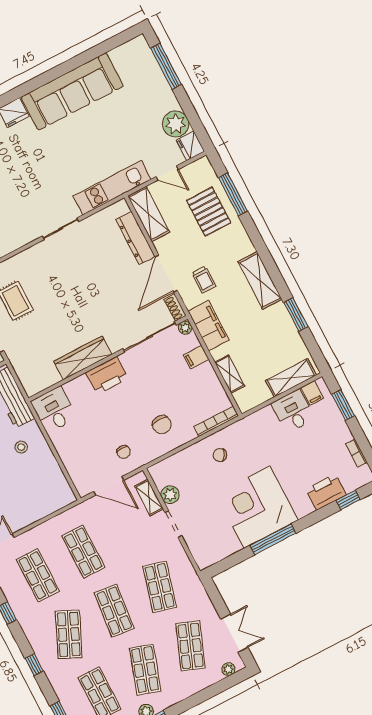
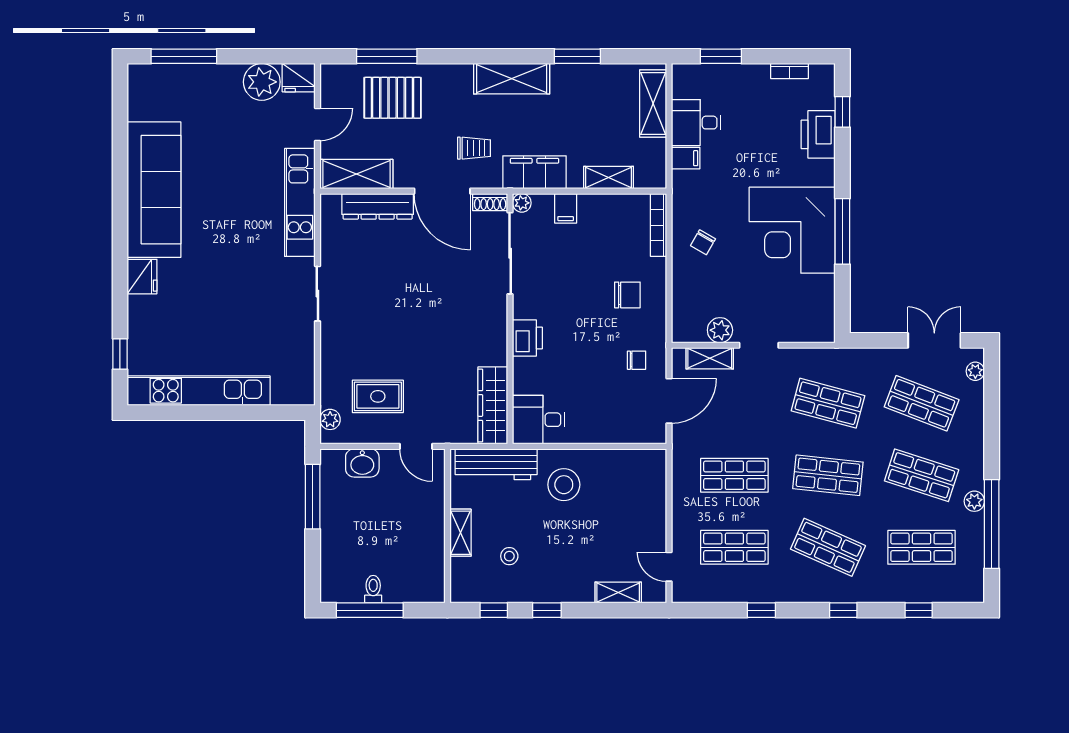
wardrobe: (83, 358) -> (493, 405), moved
printer: (107, 375) -> (527, 338), width x0.73, depth x0.84
filing cabinet: (312, 393) -> (686, 158), moved
stool: (21, 447) -> (564, 485), width x1.89, depth x1.89

